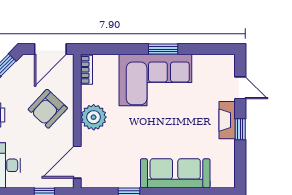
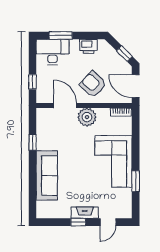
window: (163, 49) -> (136, 181), moved
door: (77, 162) -> (65, 105), moved

